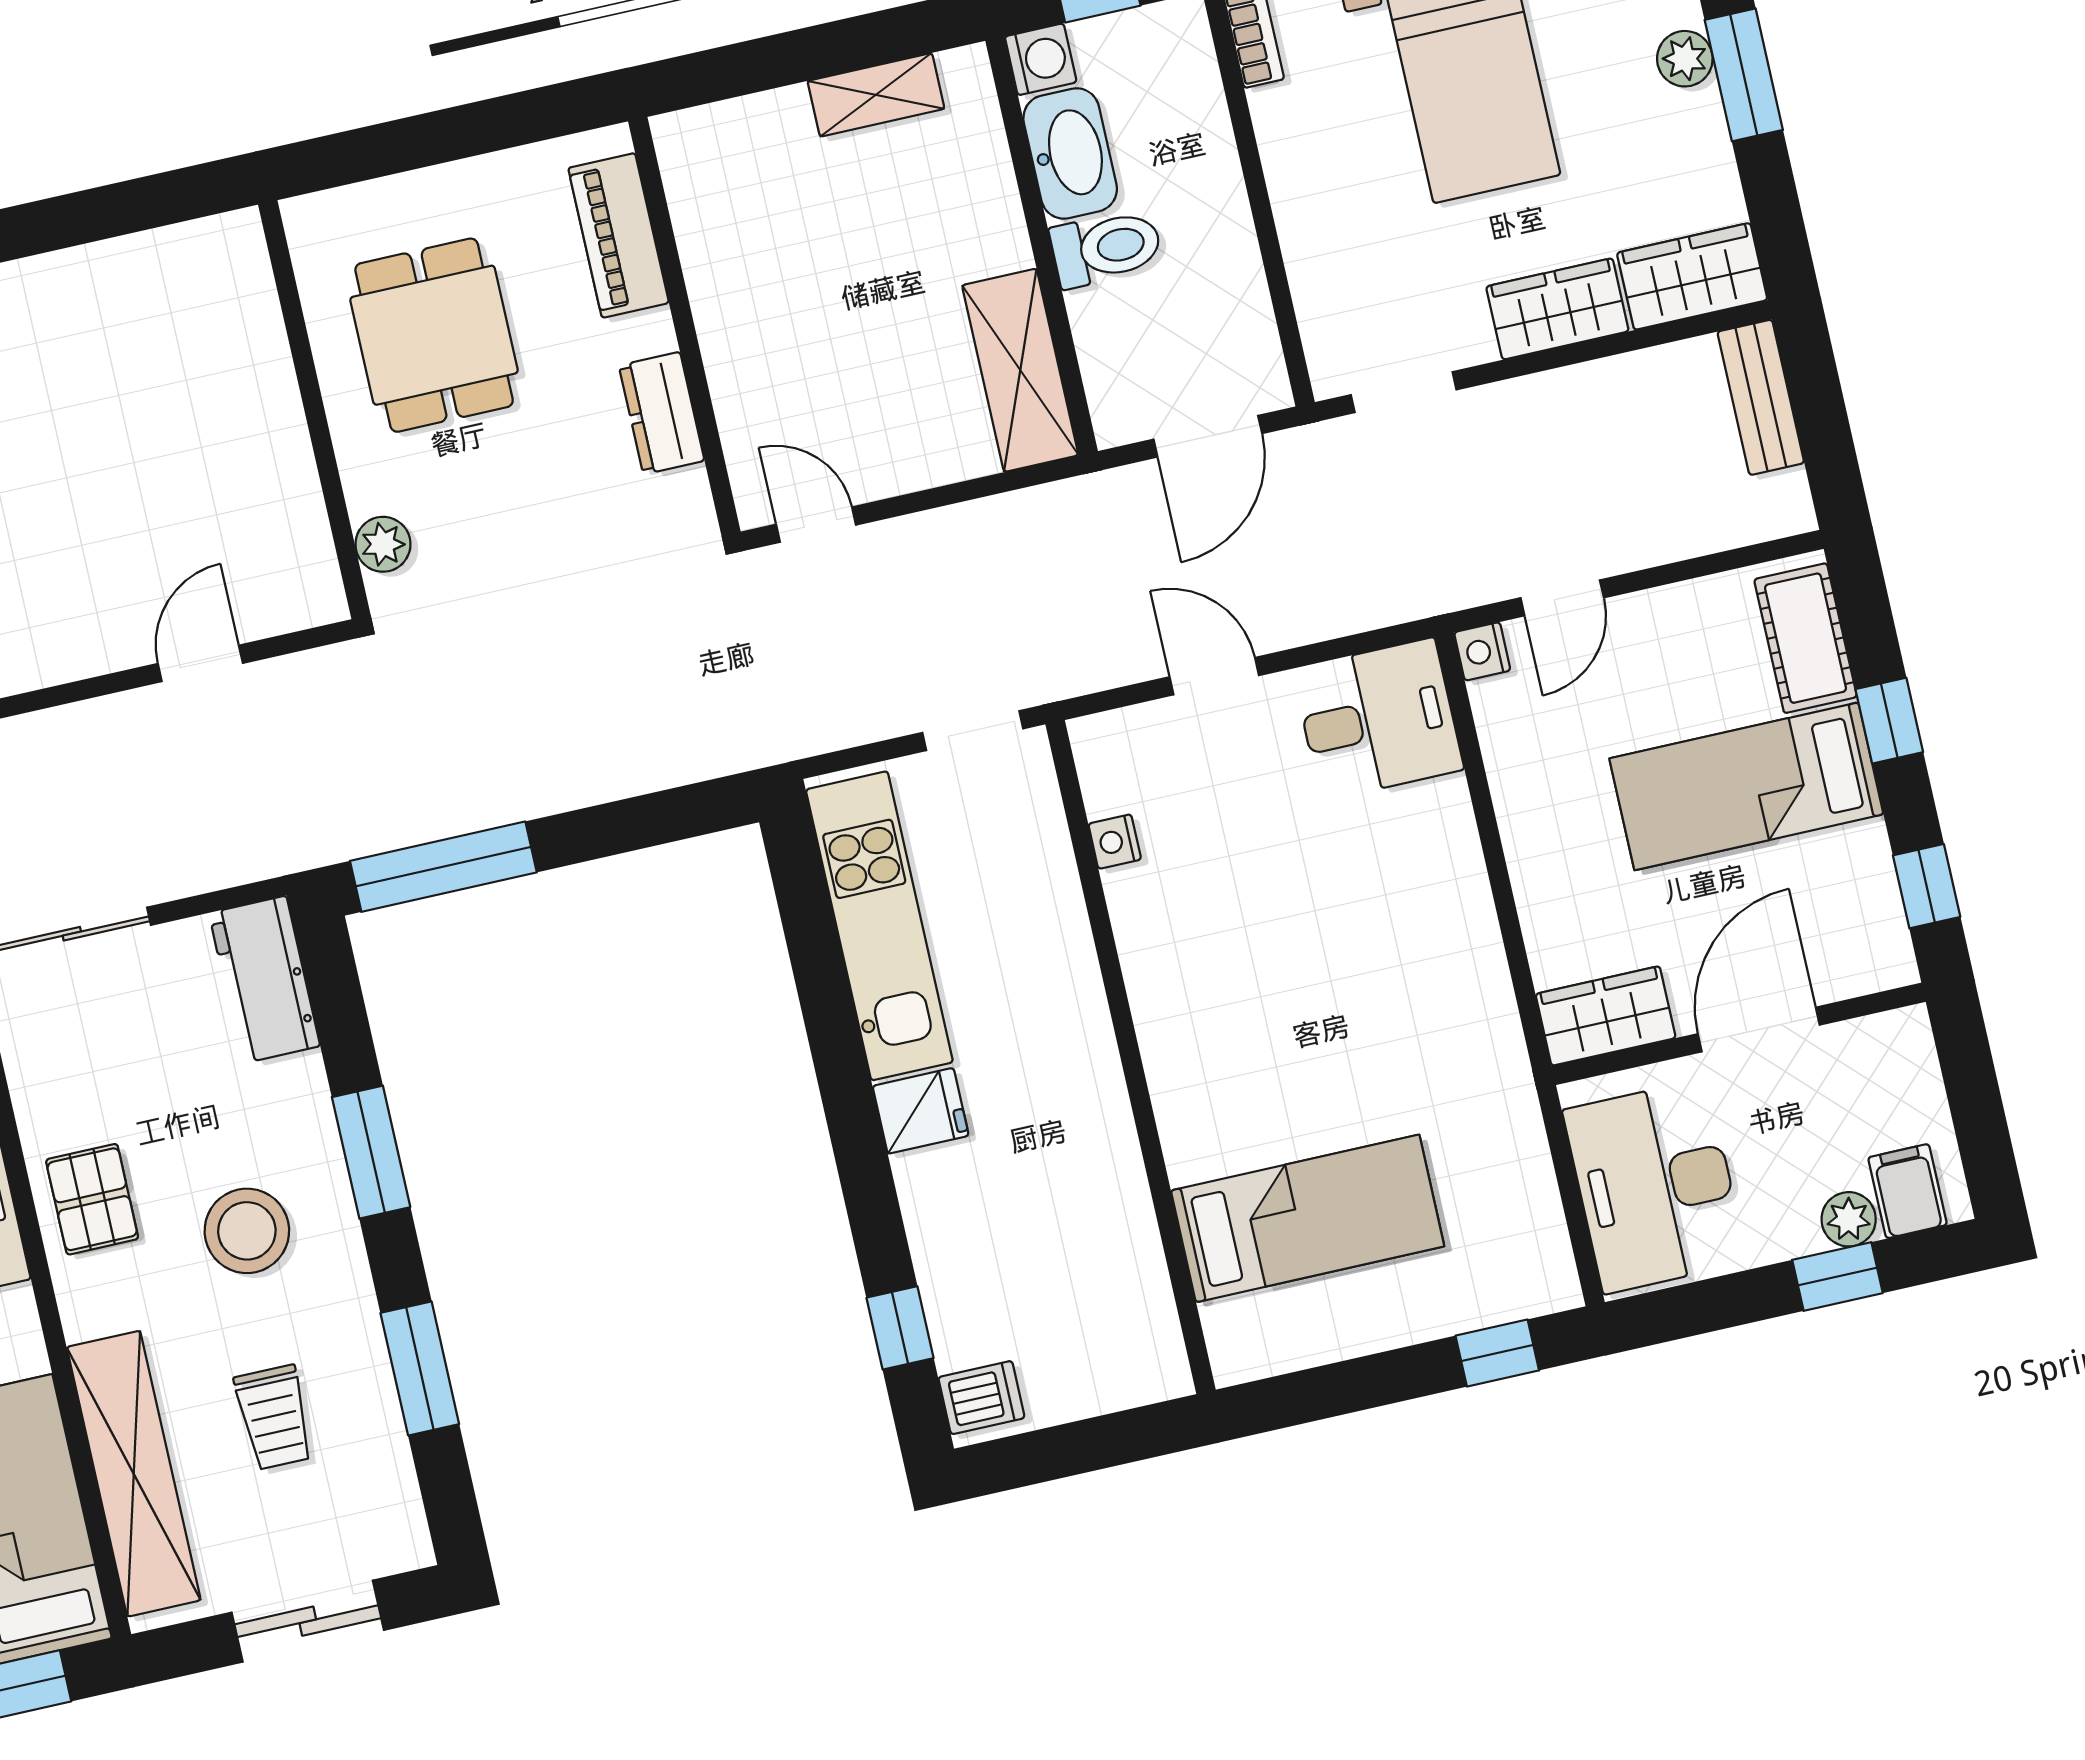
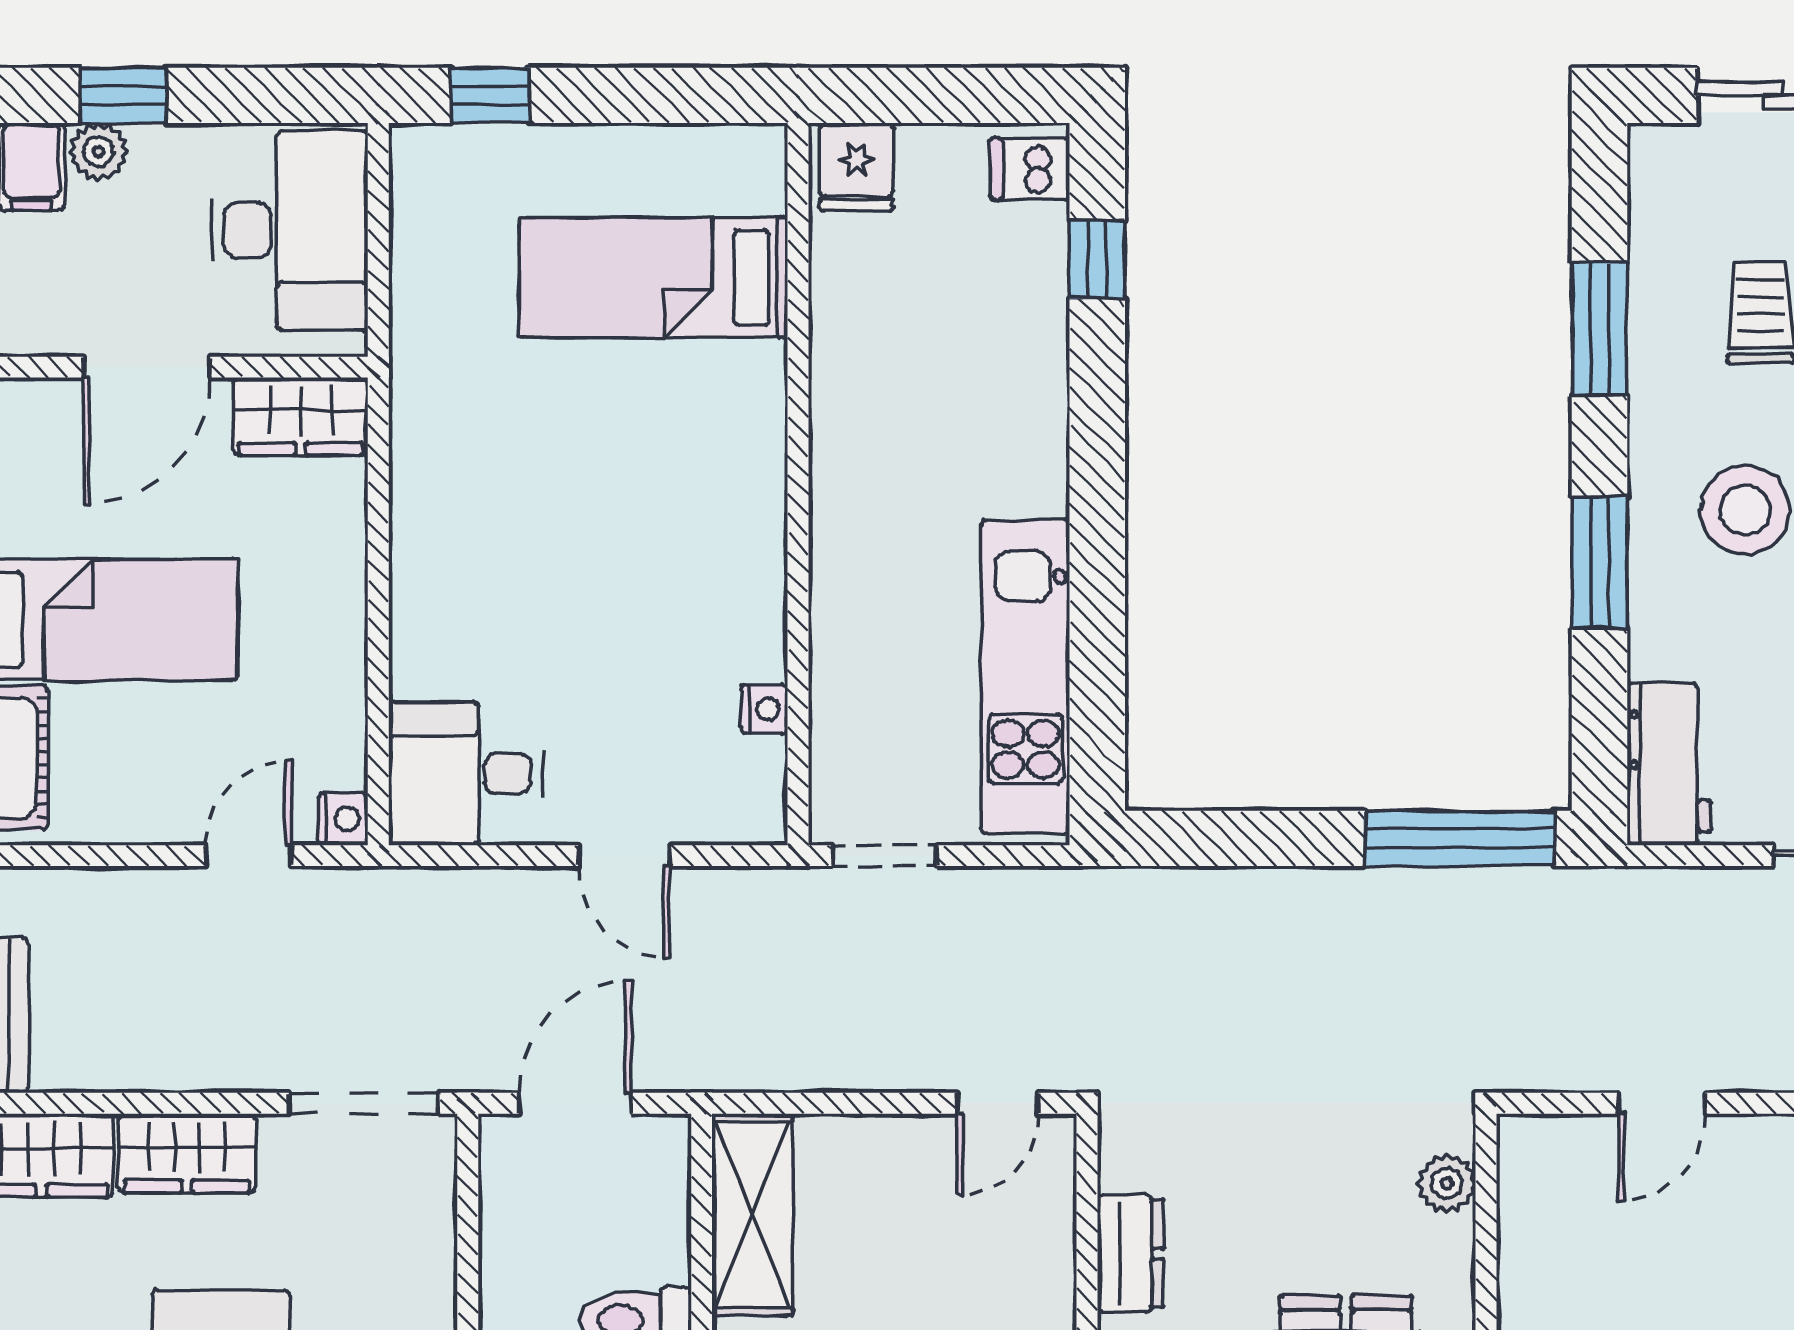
doorway: (1404, 392) -> (364, 1103), width x1.38
door: (816, 525) -> (998, 1103), hinge flipped
fridge: (921, 1111) -> (856, 167), moved, turned -90

